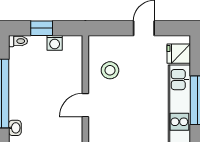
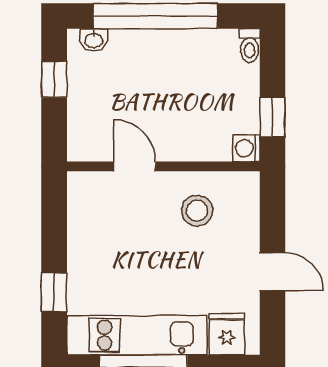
window: (42, 28) -> (273, 117), moved
washing machine: (55, 43) -> (246, 148), moved

